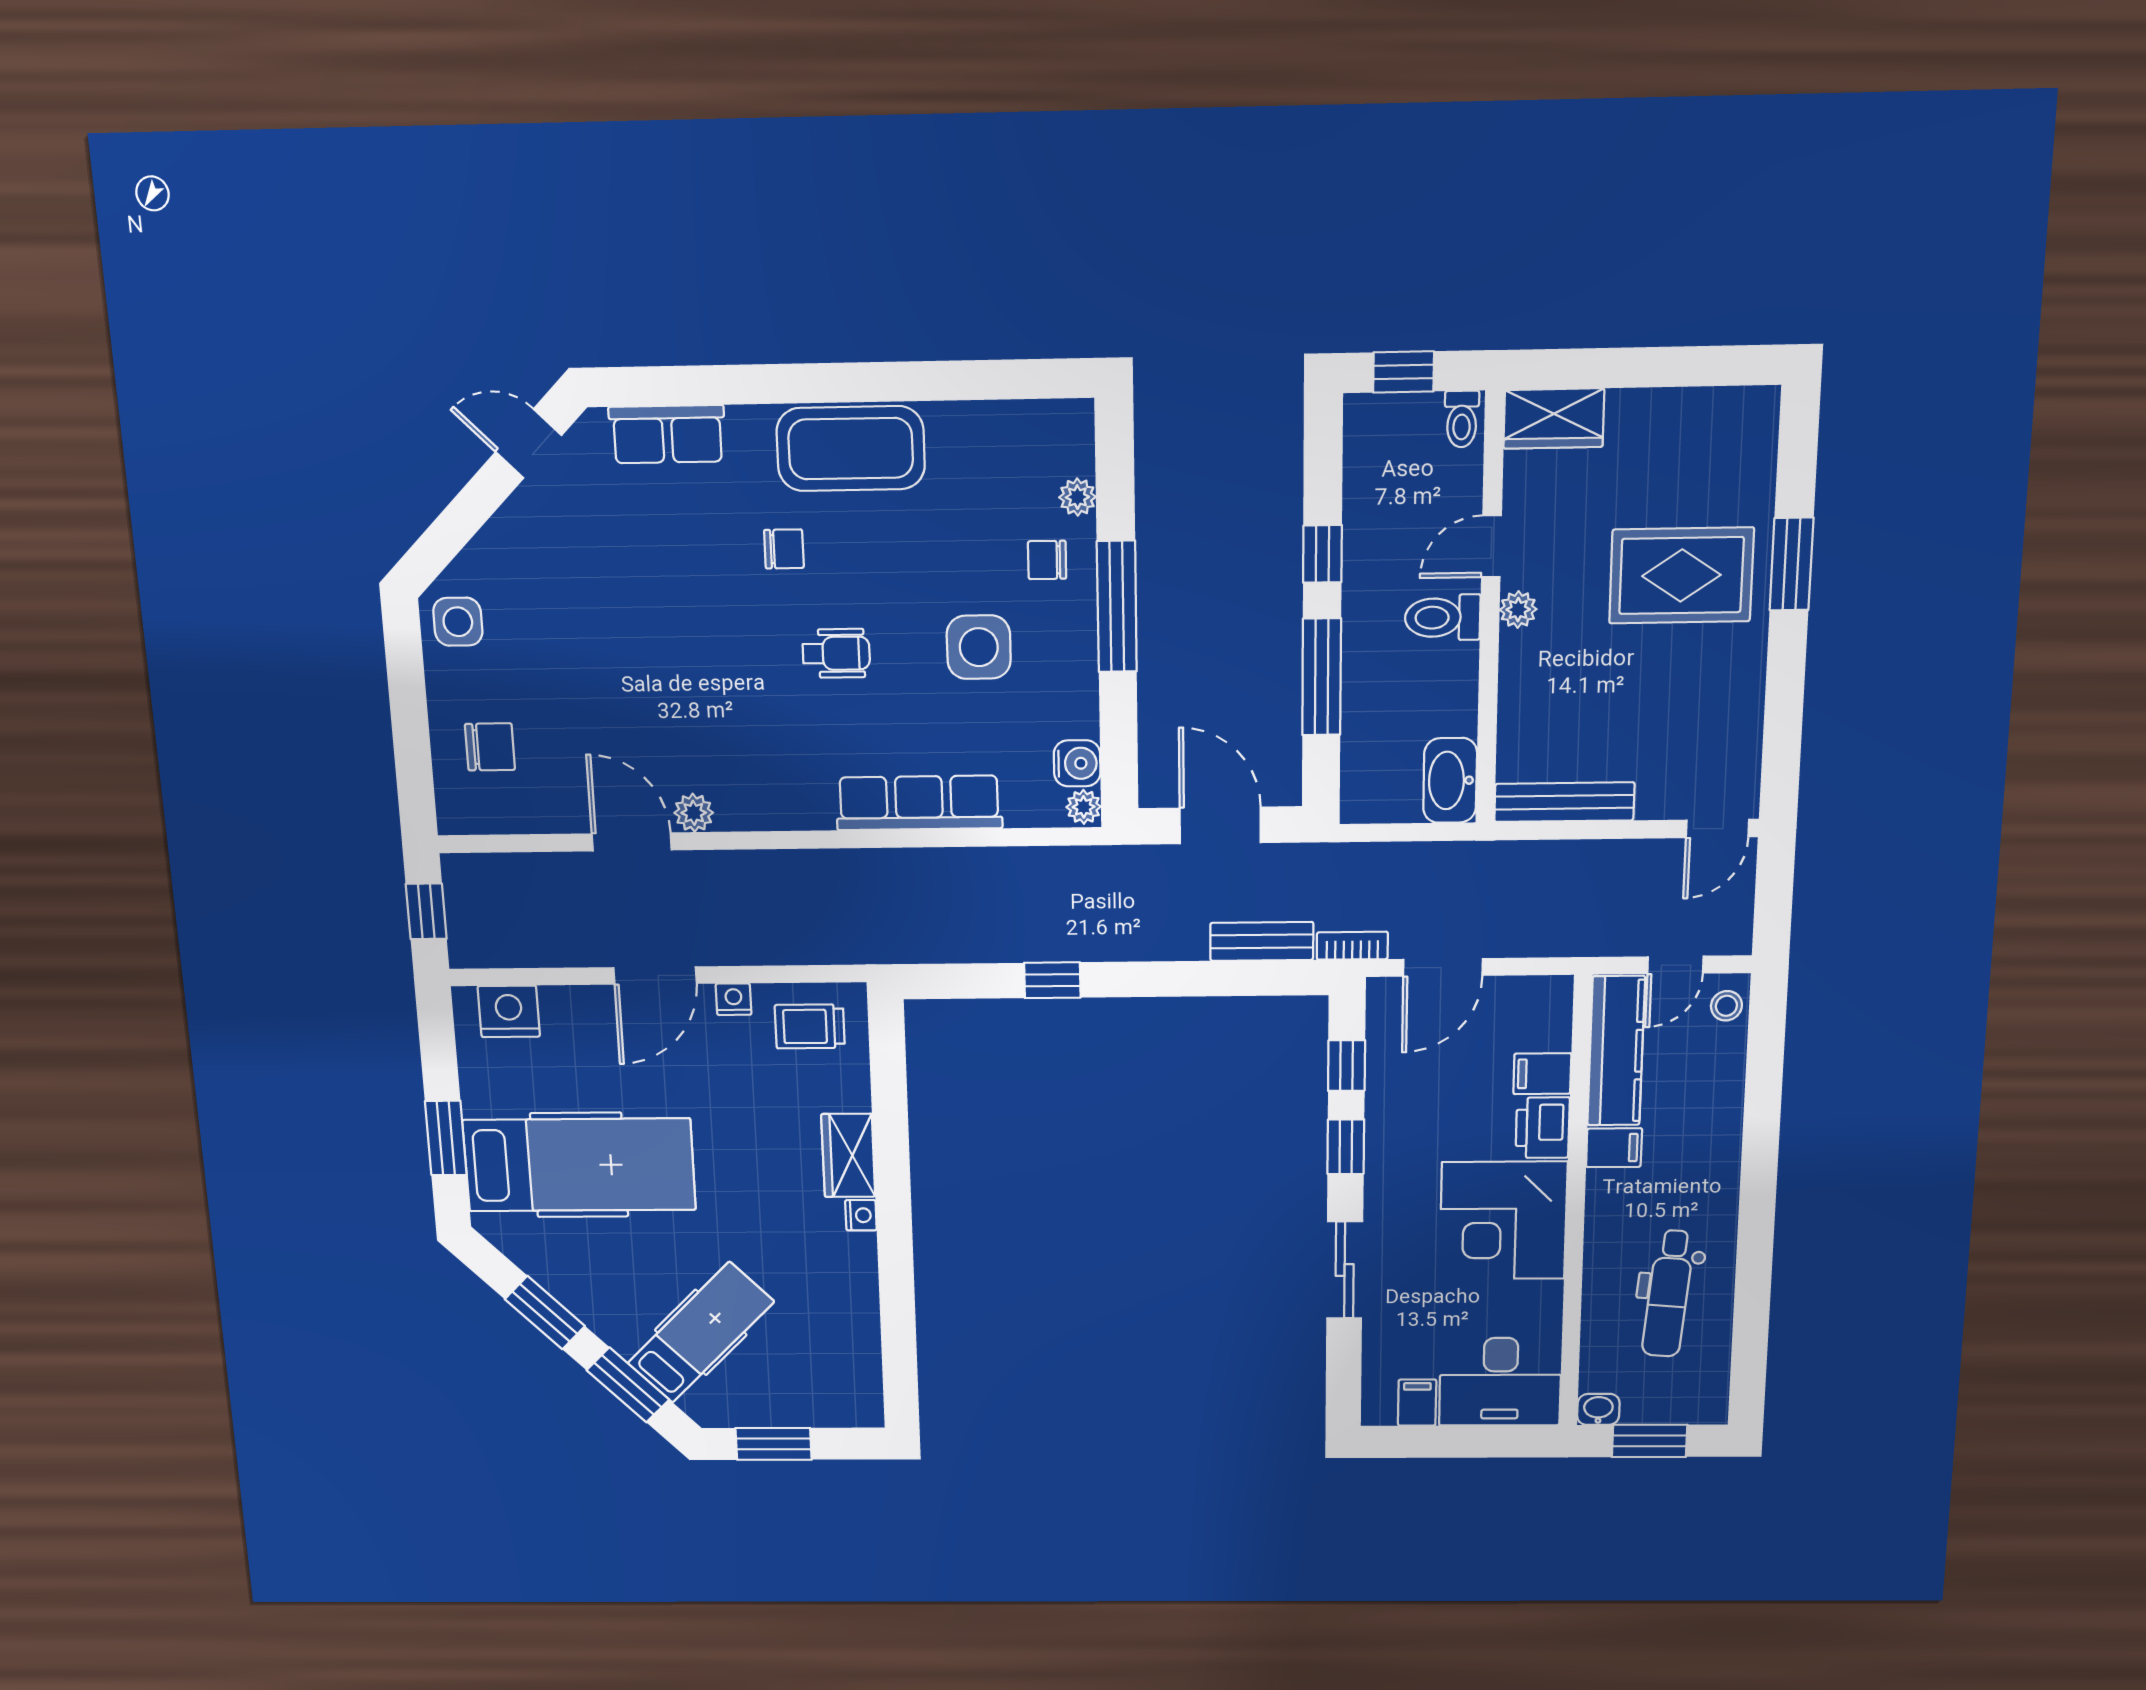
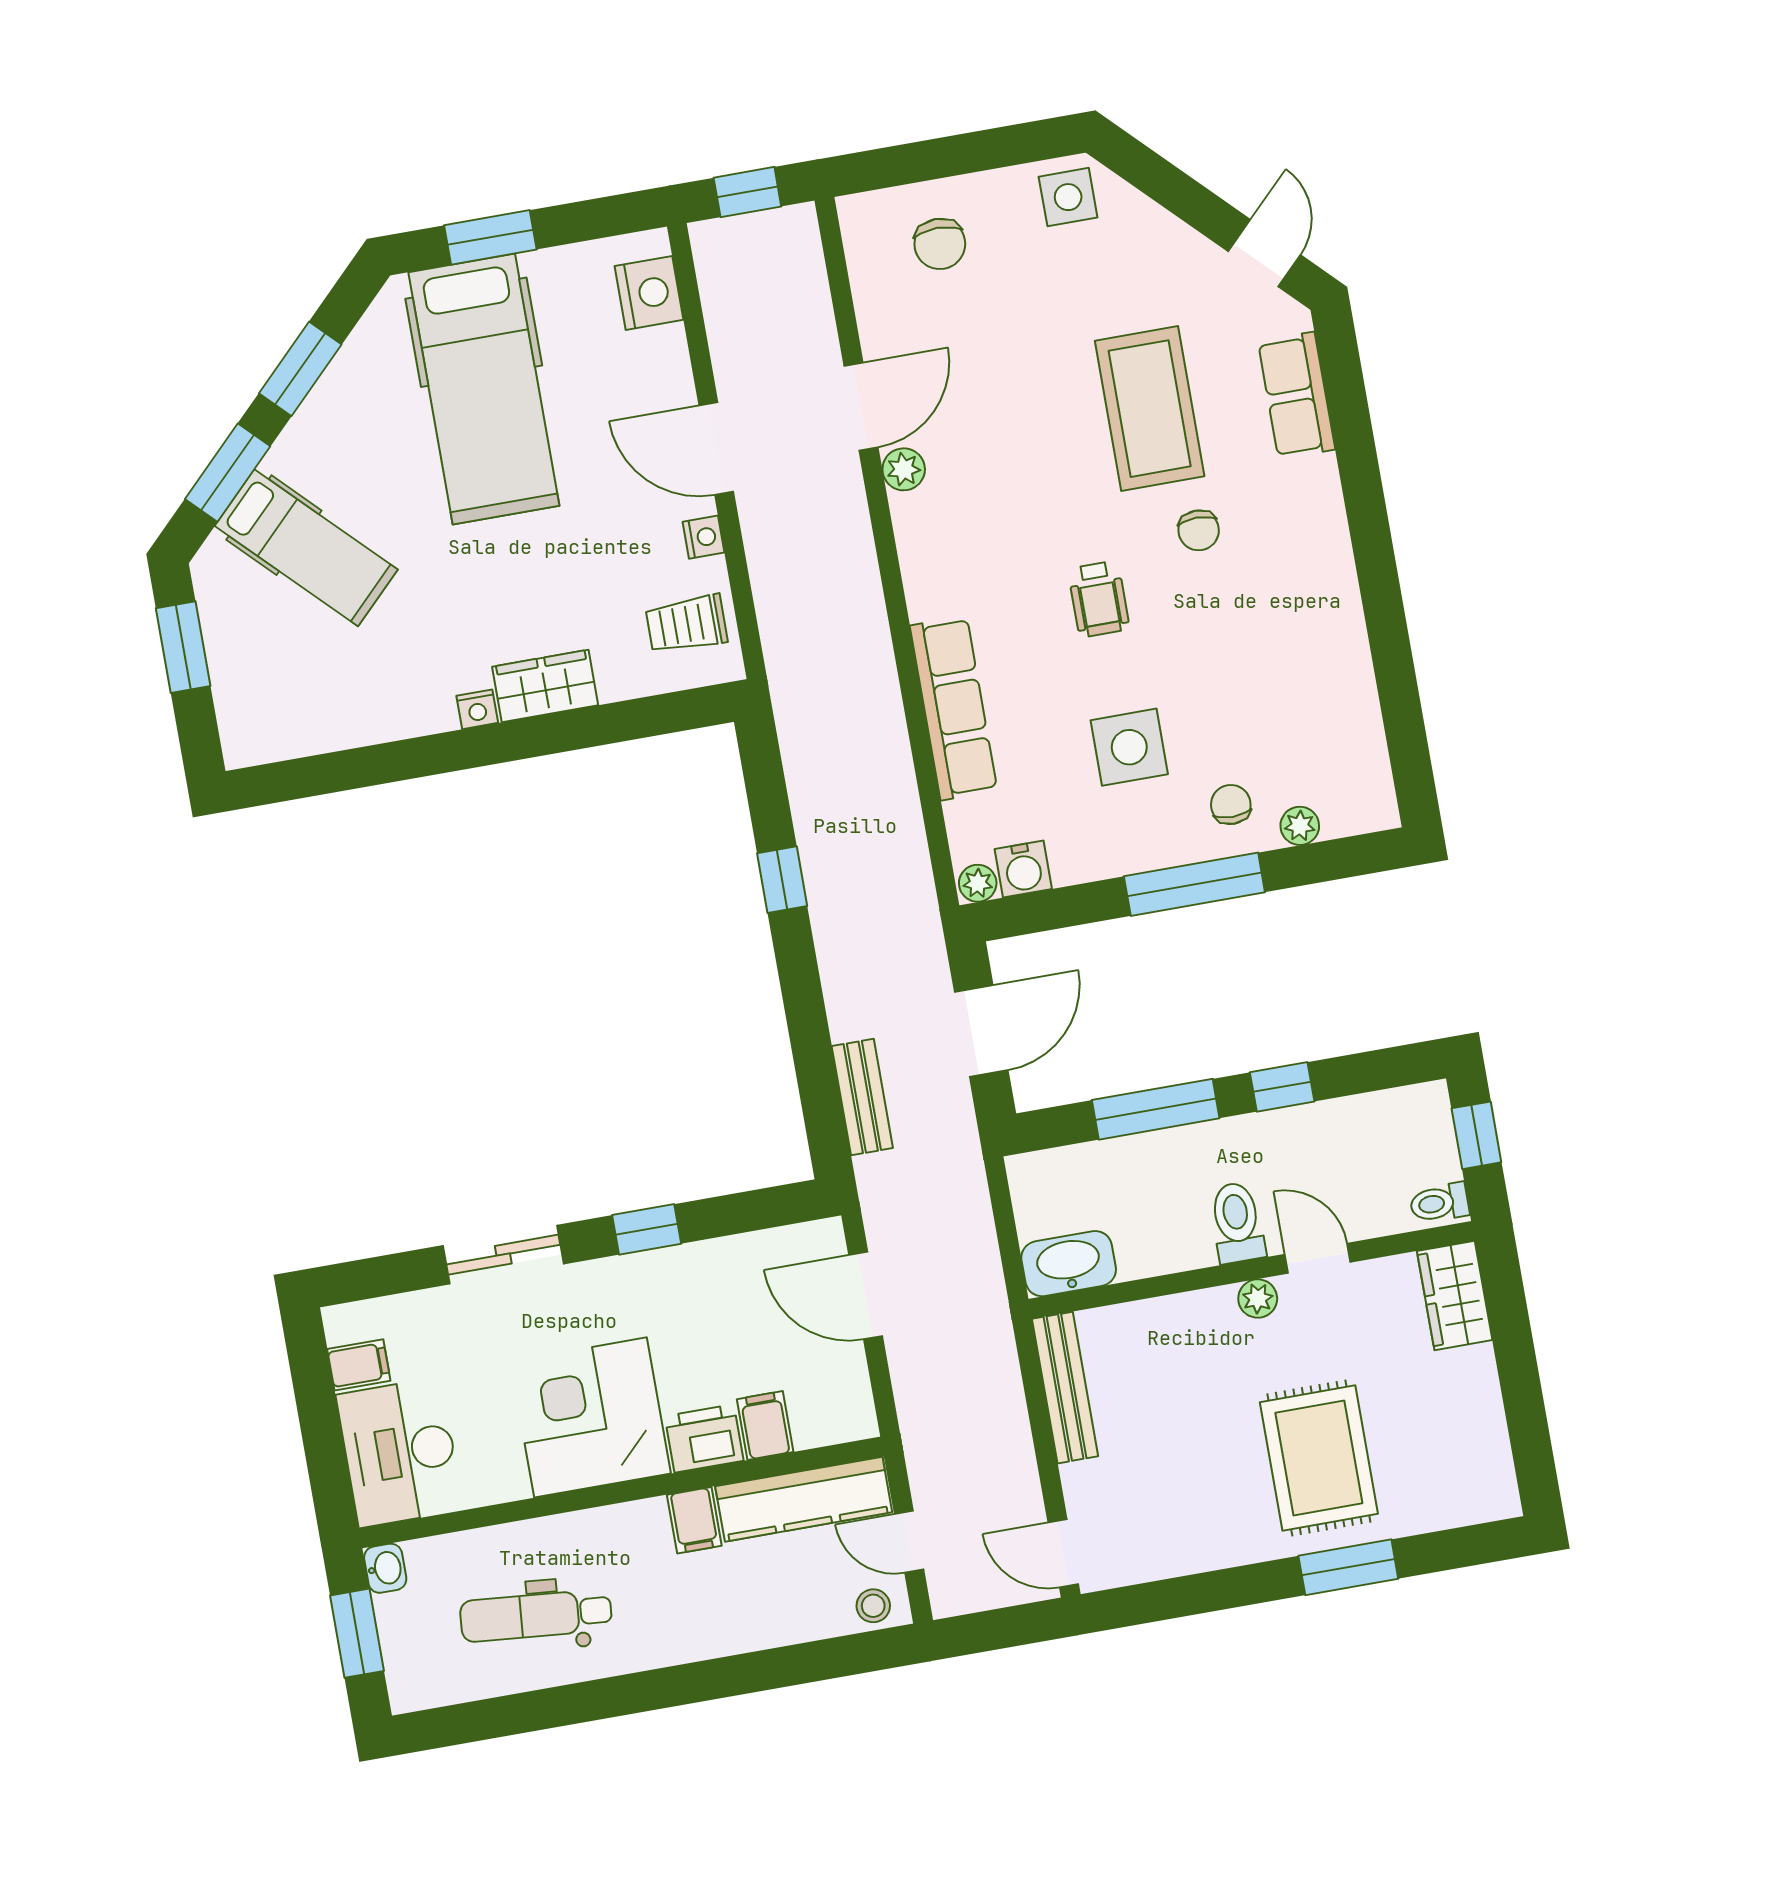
coffee table: (851, 449) -> (1150, 409), moved
bookcase: (1352, 946) -> (873, 1194), removed
trolley: (810, 1026) -> (687, 624), turned -90
window: (1347, 1066) -> (739, 1213), removed

